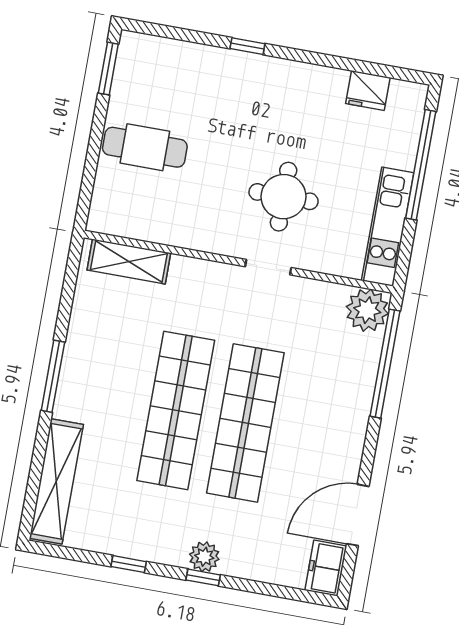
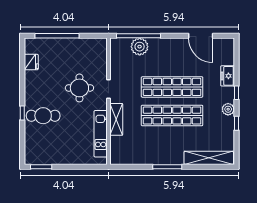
cafe table: (145, 147) -> (43, 116), moved, turned 90
kitchen unit: (388, 227) -> (101, 134), moved, turned 90
shelving: (129, 261) -> (116, 119), moved
plant: (367, 310) -> (140, 47), moved
plant: (204, 557) -> (228, 109), moved
freezer: (326, 568) -> (228, 76), moved, turned 90

